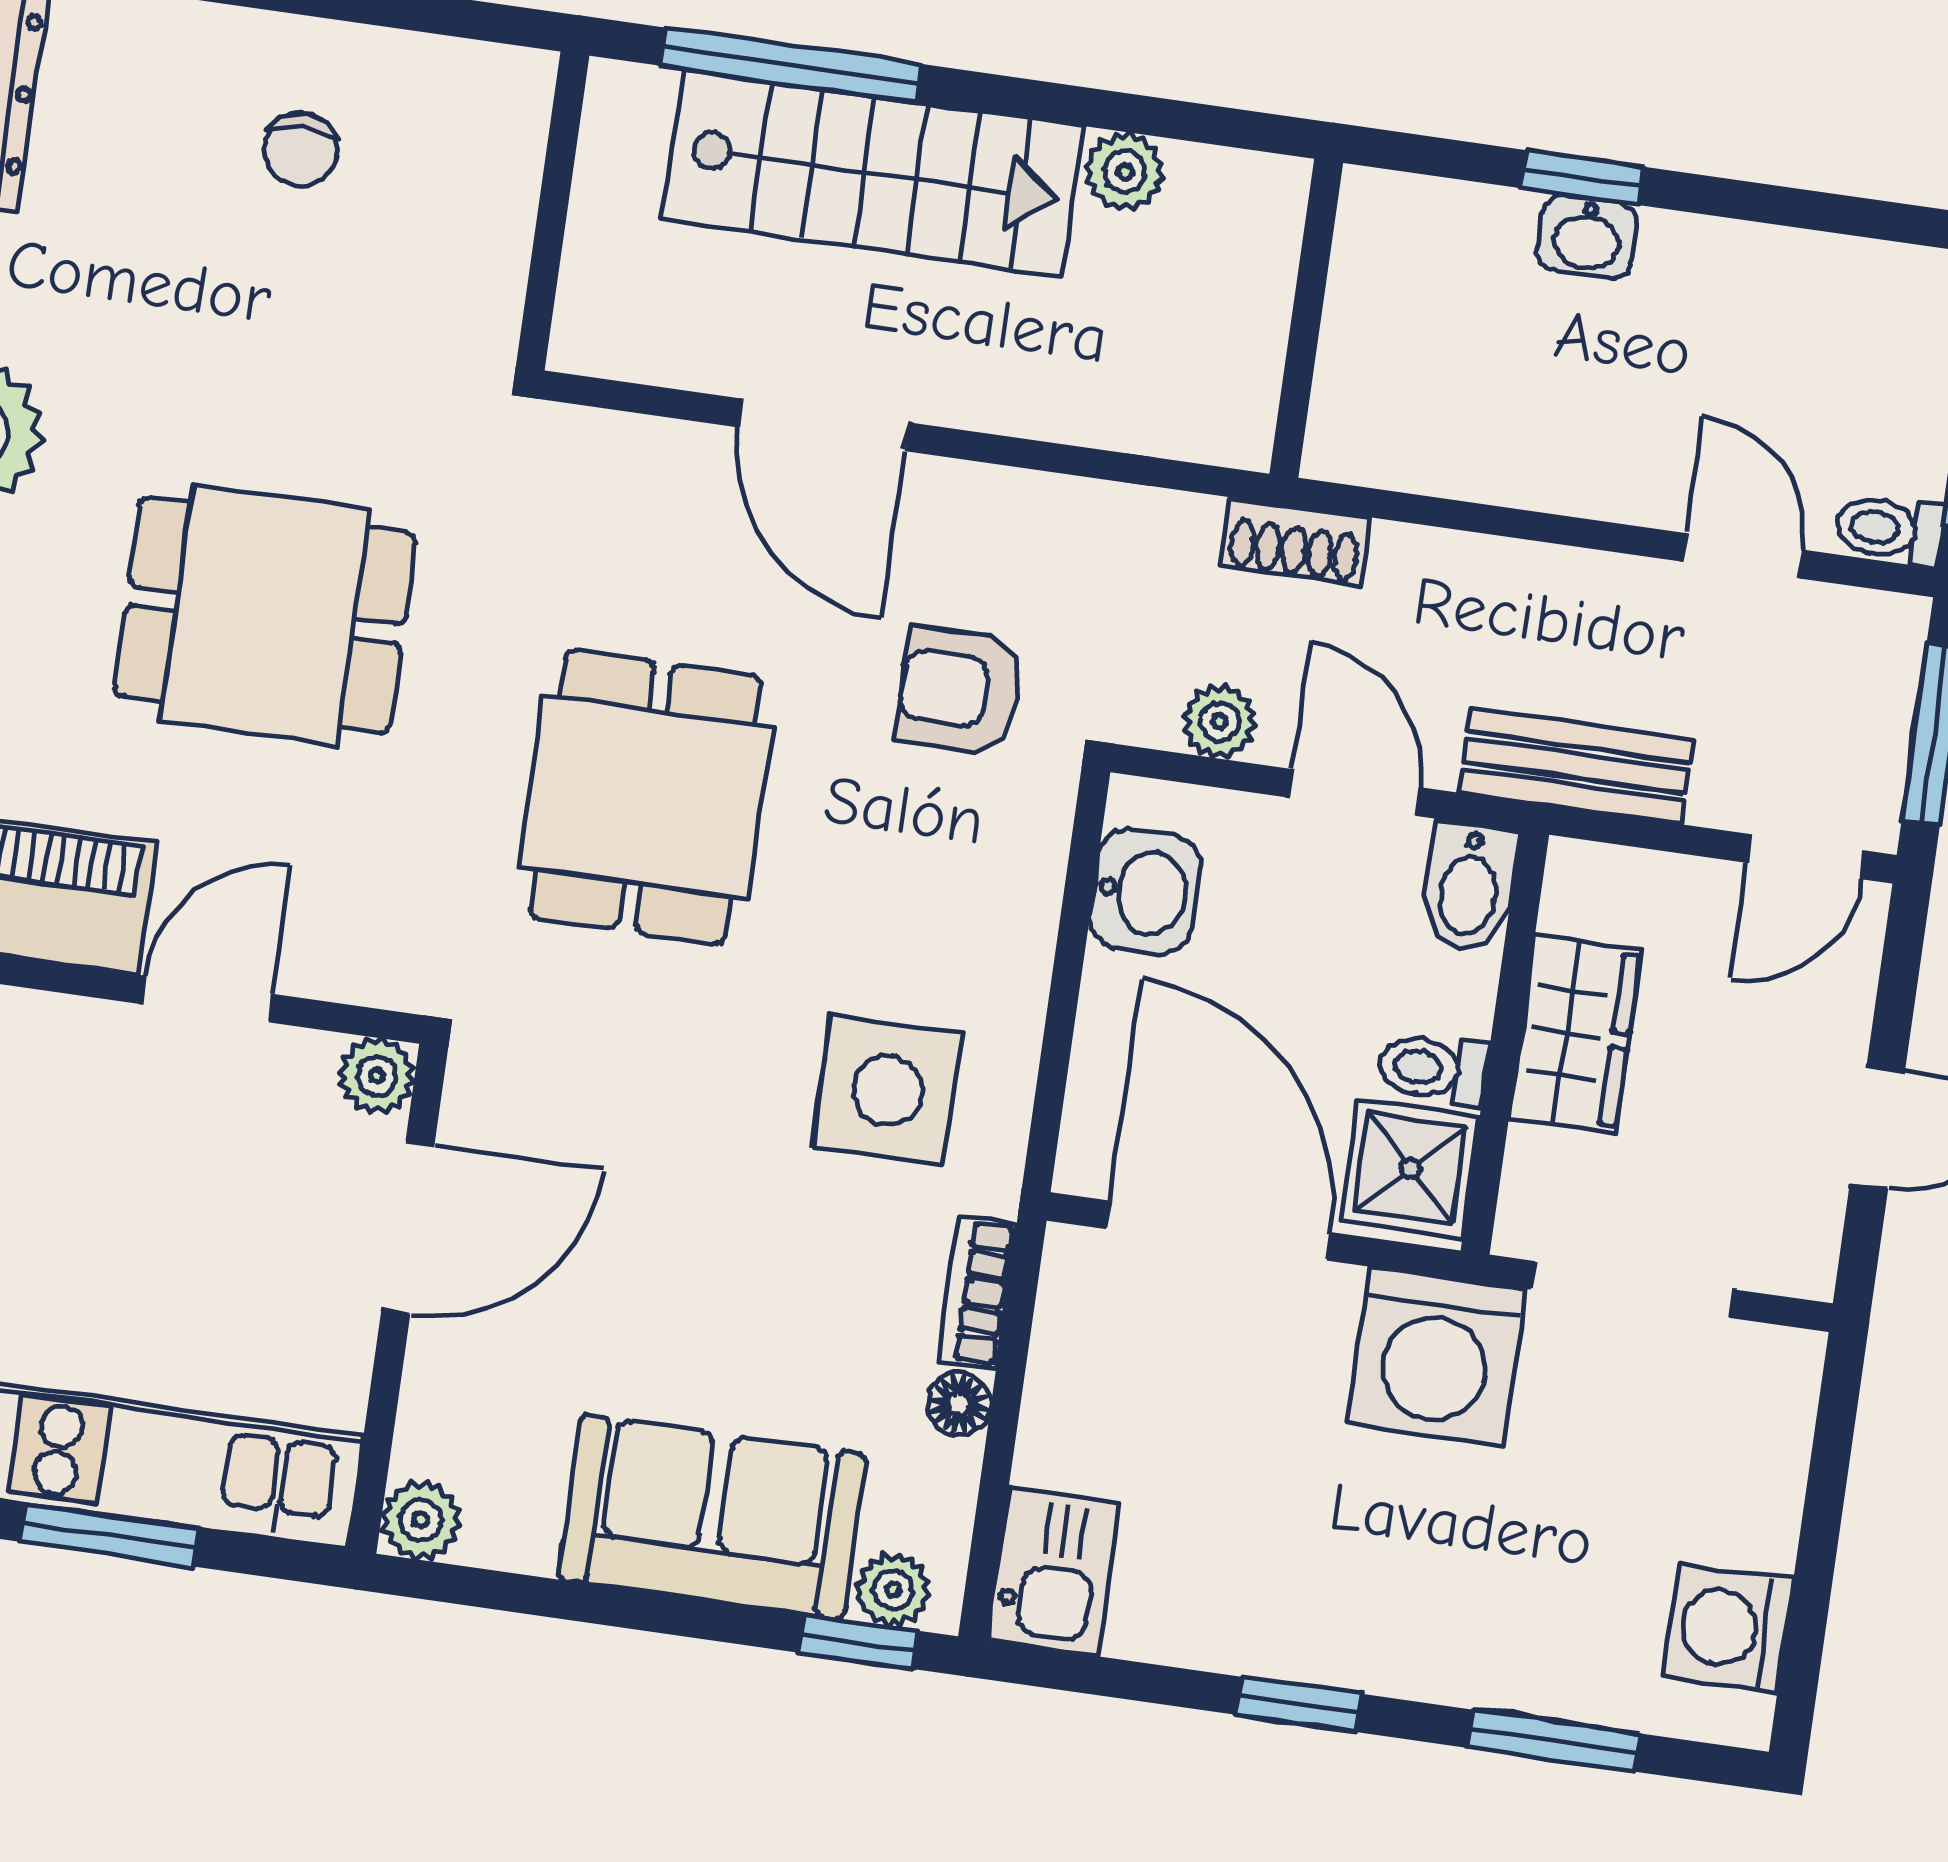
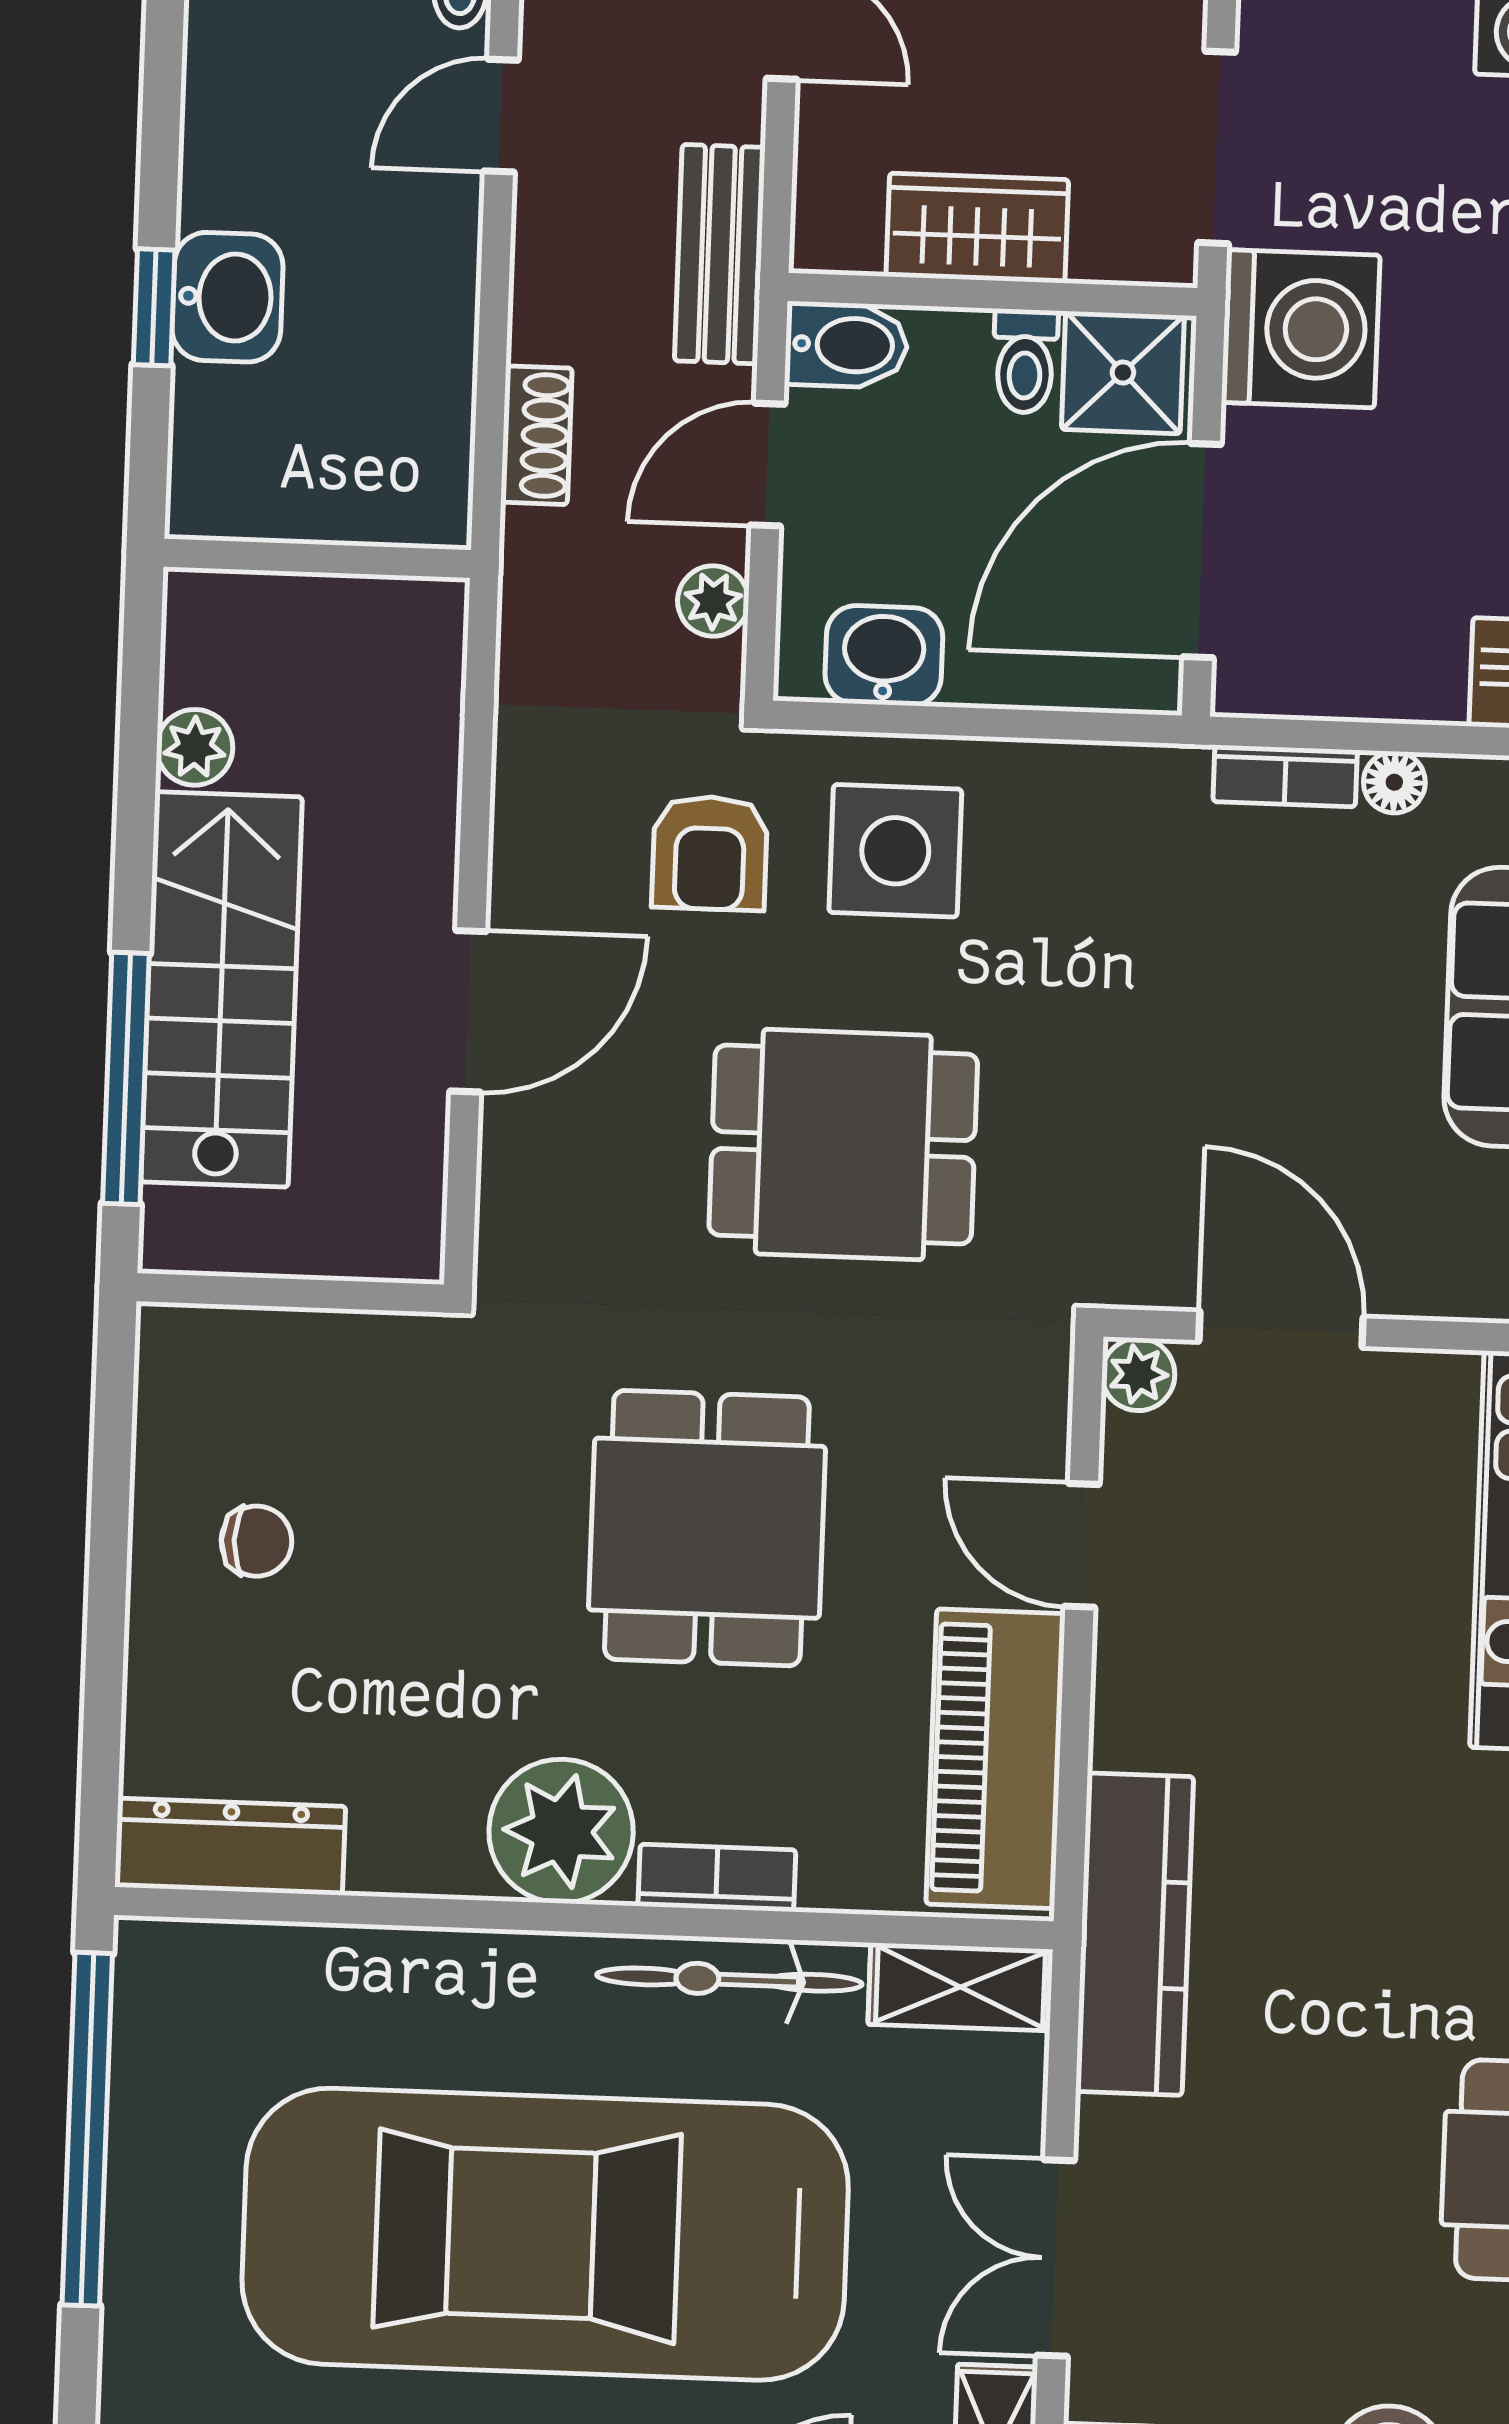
washbasin: (1587, 237) -> (227, 297), width x1.38, depth x1.45
shoe rack: (1295, 541) -> (536, 435), moved
side table: (888, 1090) -> (895, 851), moved

